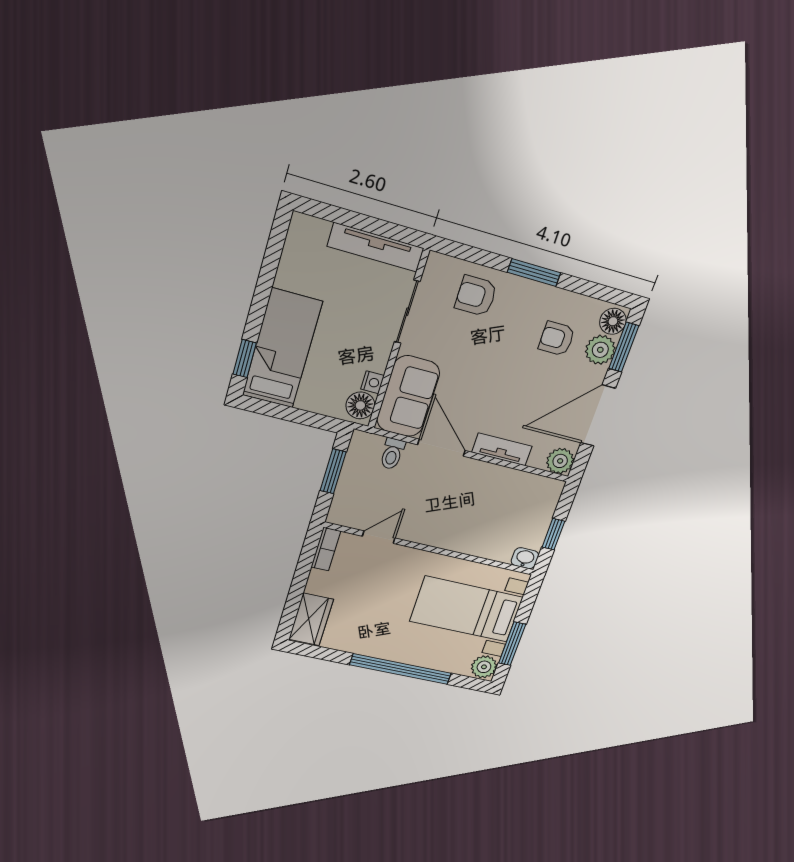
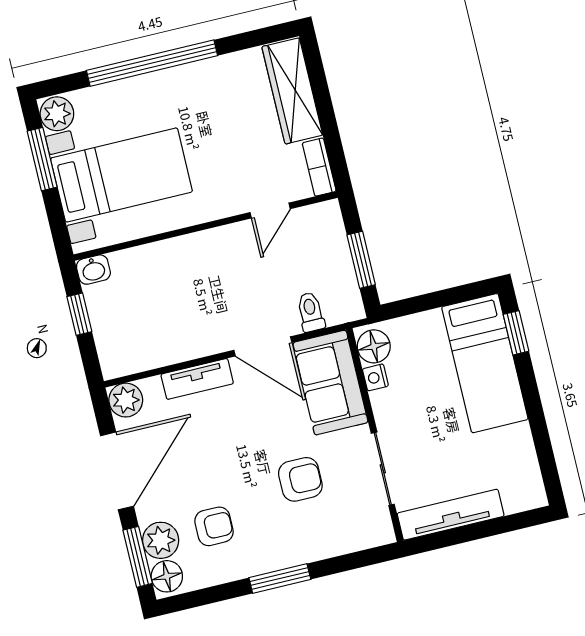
armchair: (476, 296) -> (300, 479), moved
wardrobe: (311, 619) -> (292, 91), width x1.50

